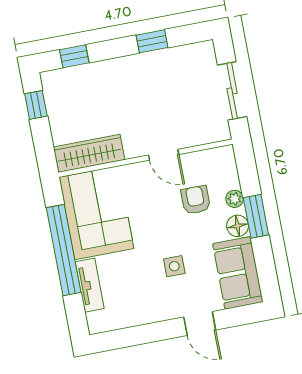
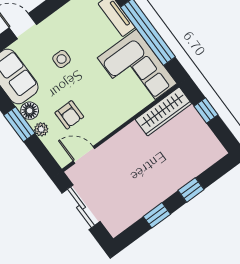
window: (74, 56) -> (191, 190), moved
window: (36, 105) -> (206, 111), moved
door: (164, 155) -> (84, 155), moved

